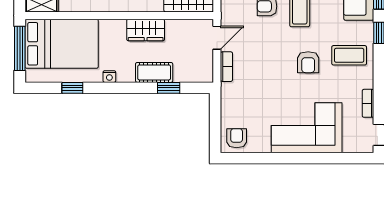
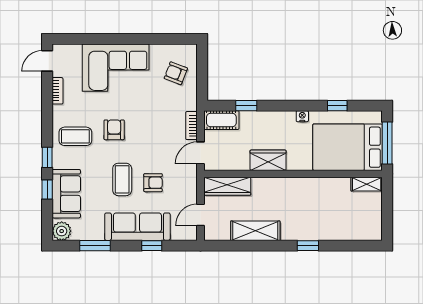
cot: (154, 72) -> (221, 120), moved
armchair: (237, 138) -> (176, 73), moved, turned 111

